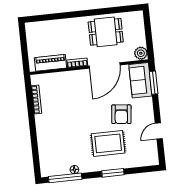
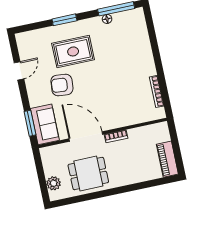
plant: (141, 53) -> (54, 183), moved
piano: (51, 63) -> (167, 159), moved, turned 90
door: (105, 66) -> (86, 137), hinge flipped
armchair: (121, 114) -> (62, 85), turned -91

